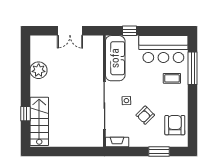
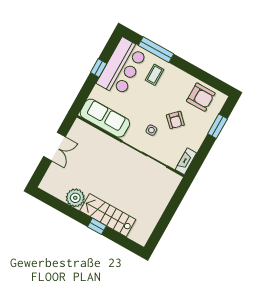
window: (130, 31) -> (99, 68), moved
window: (25, 114) -> (97, 226), moved
stairs: (39, 121) -> (108, 215), moved
armchair: (175, 125) -> (201, 97), turned 180

